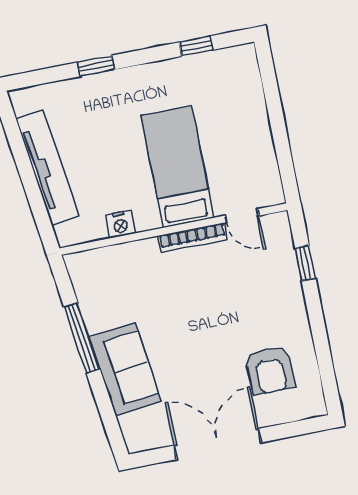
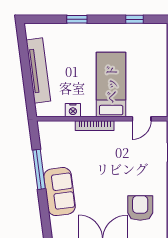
door: (242, 216) -> (142, 119), hinge flipped
bookcase: (193, 238) -> (95, 126), moved
armchair: (270, 370) -> (140, 208), turned 180

